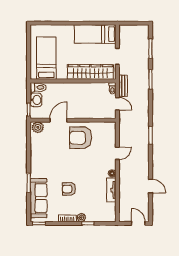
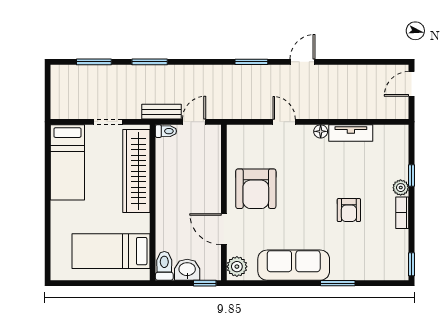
door: (150, 186) -> (303, 62), moved
sofa: (39, 198) -> (294, 265), moved

